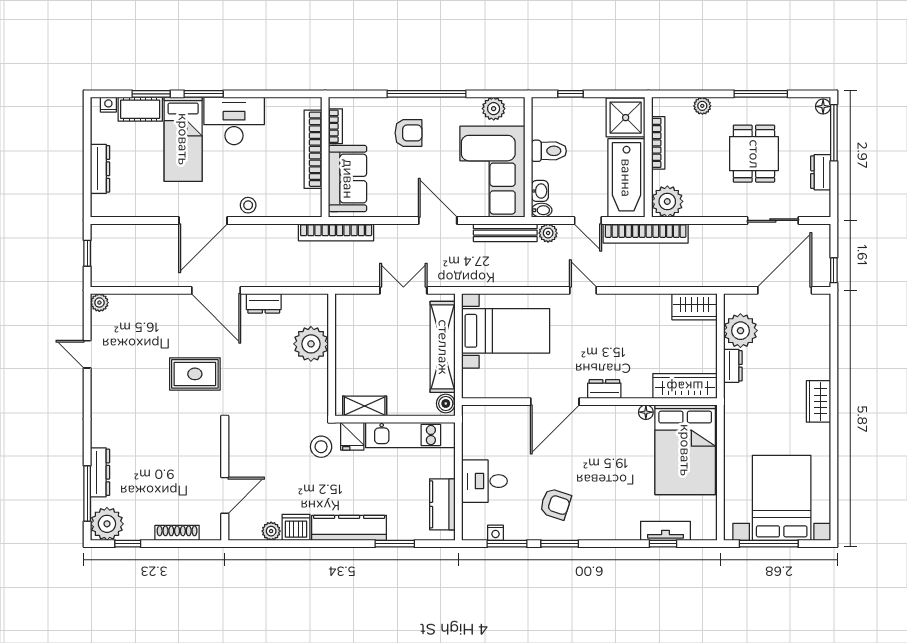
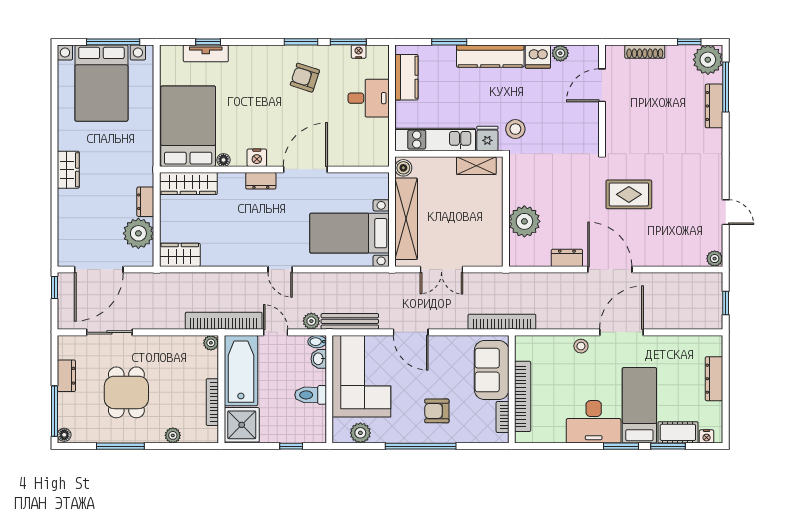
plant: (667, 201) -> (211, 343), width x0.53, depth x0.53
nightstand: (609, 415) -> (257, 158), added

